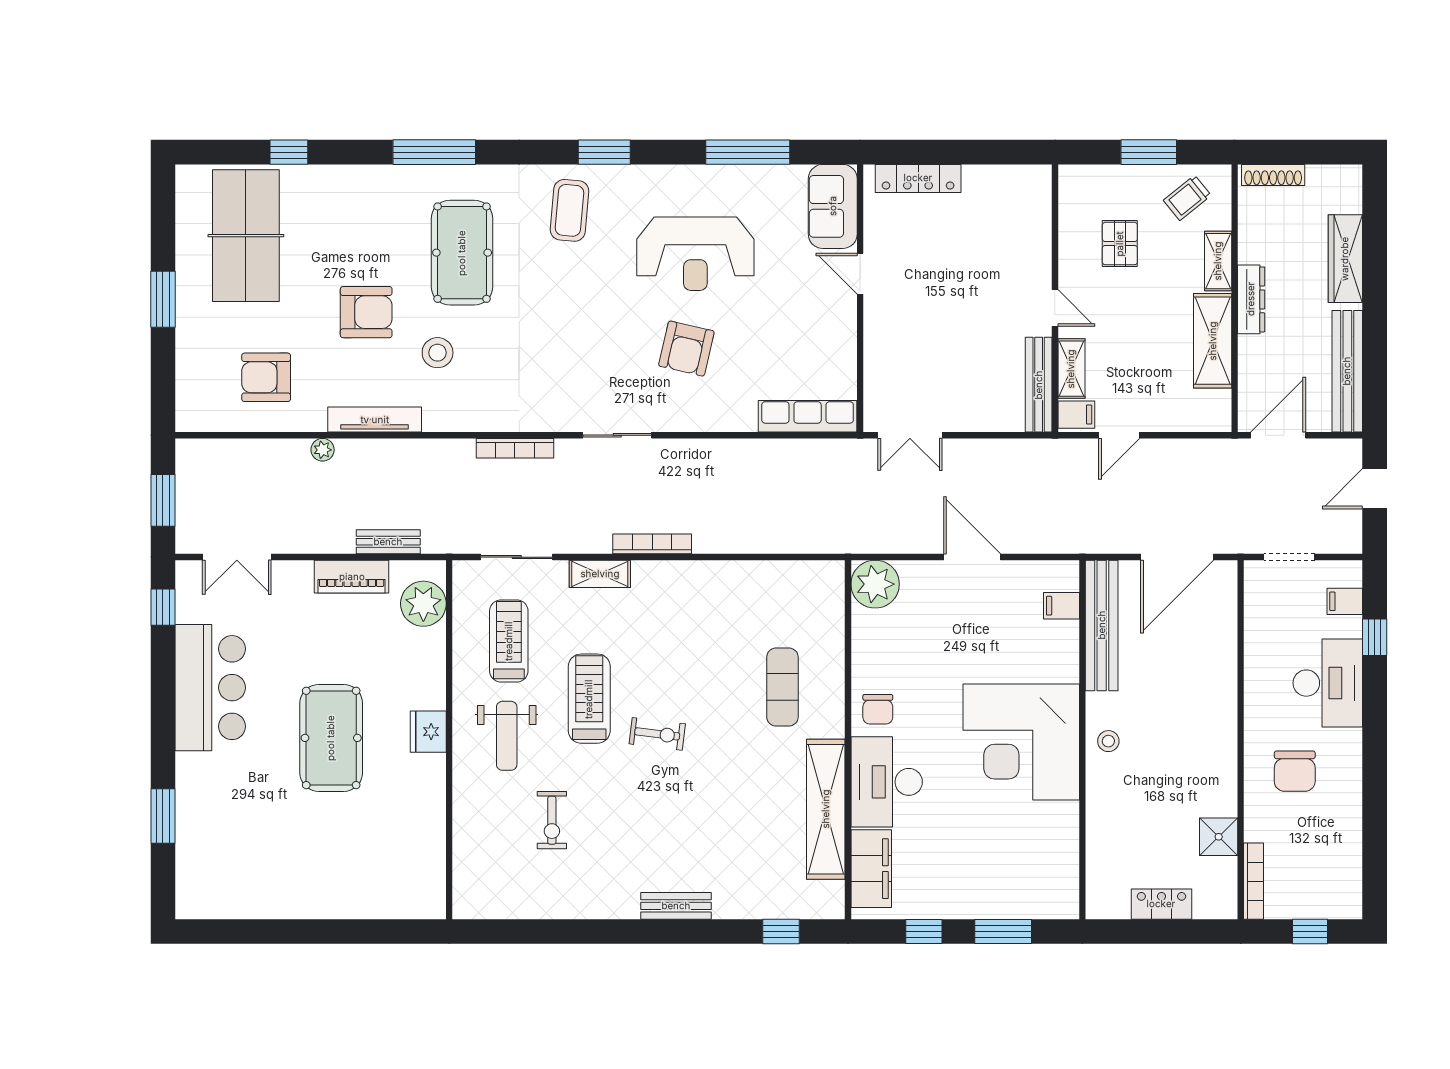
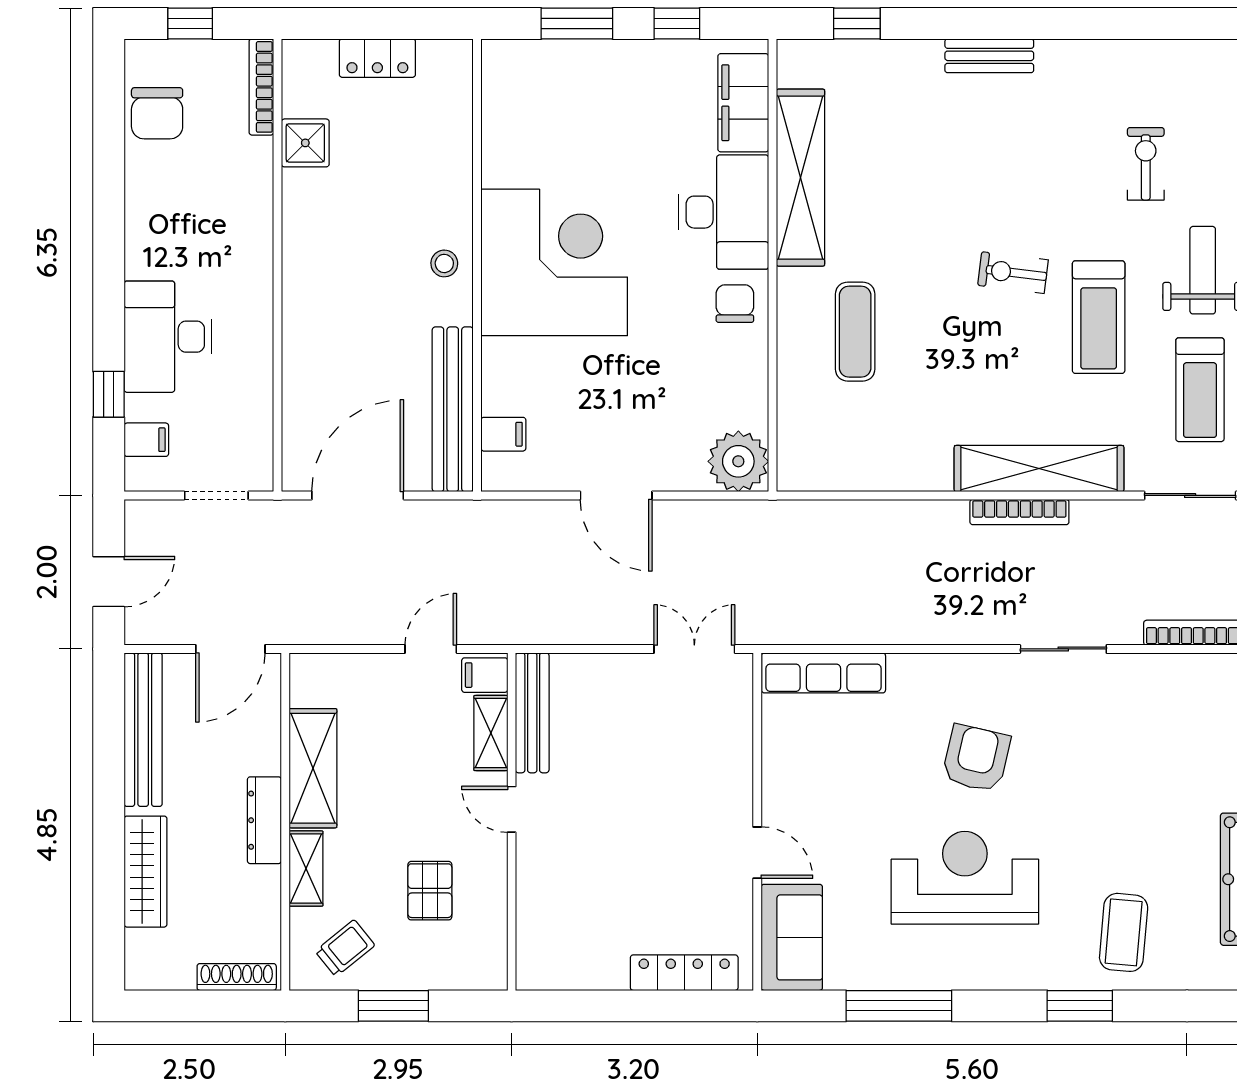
shelving: (600, 574) -> (1039, 469), width x2.20, depth x1.33
chair: (1295, 771) -> (157, 113), moved, turned 180

